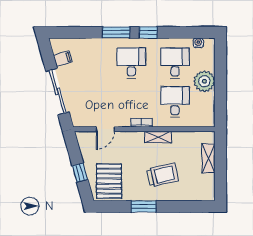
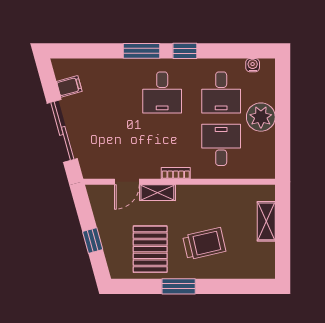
desk: (131, 63) -> (162, 93), turned 180
desk: (175, 63) -> (221, 93), turned 180
shelving: (158, 137) -> (157, 193), moved
pallet: (109, 181) -> (150, 249), moved

